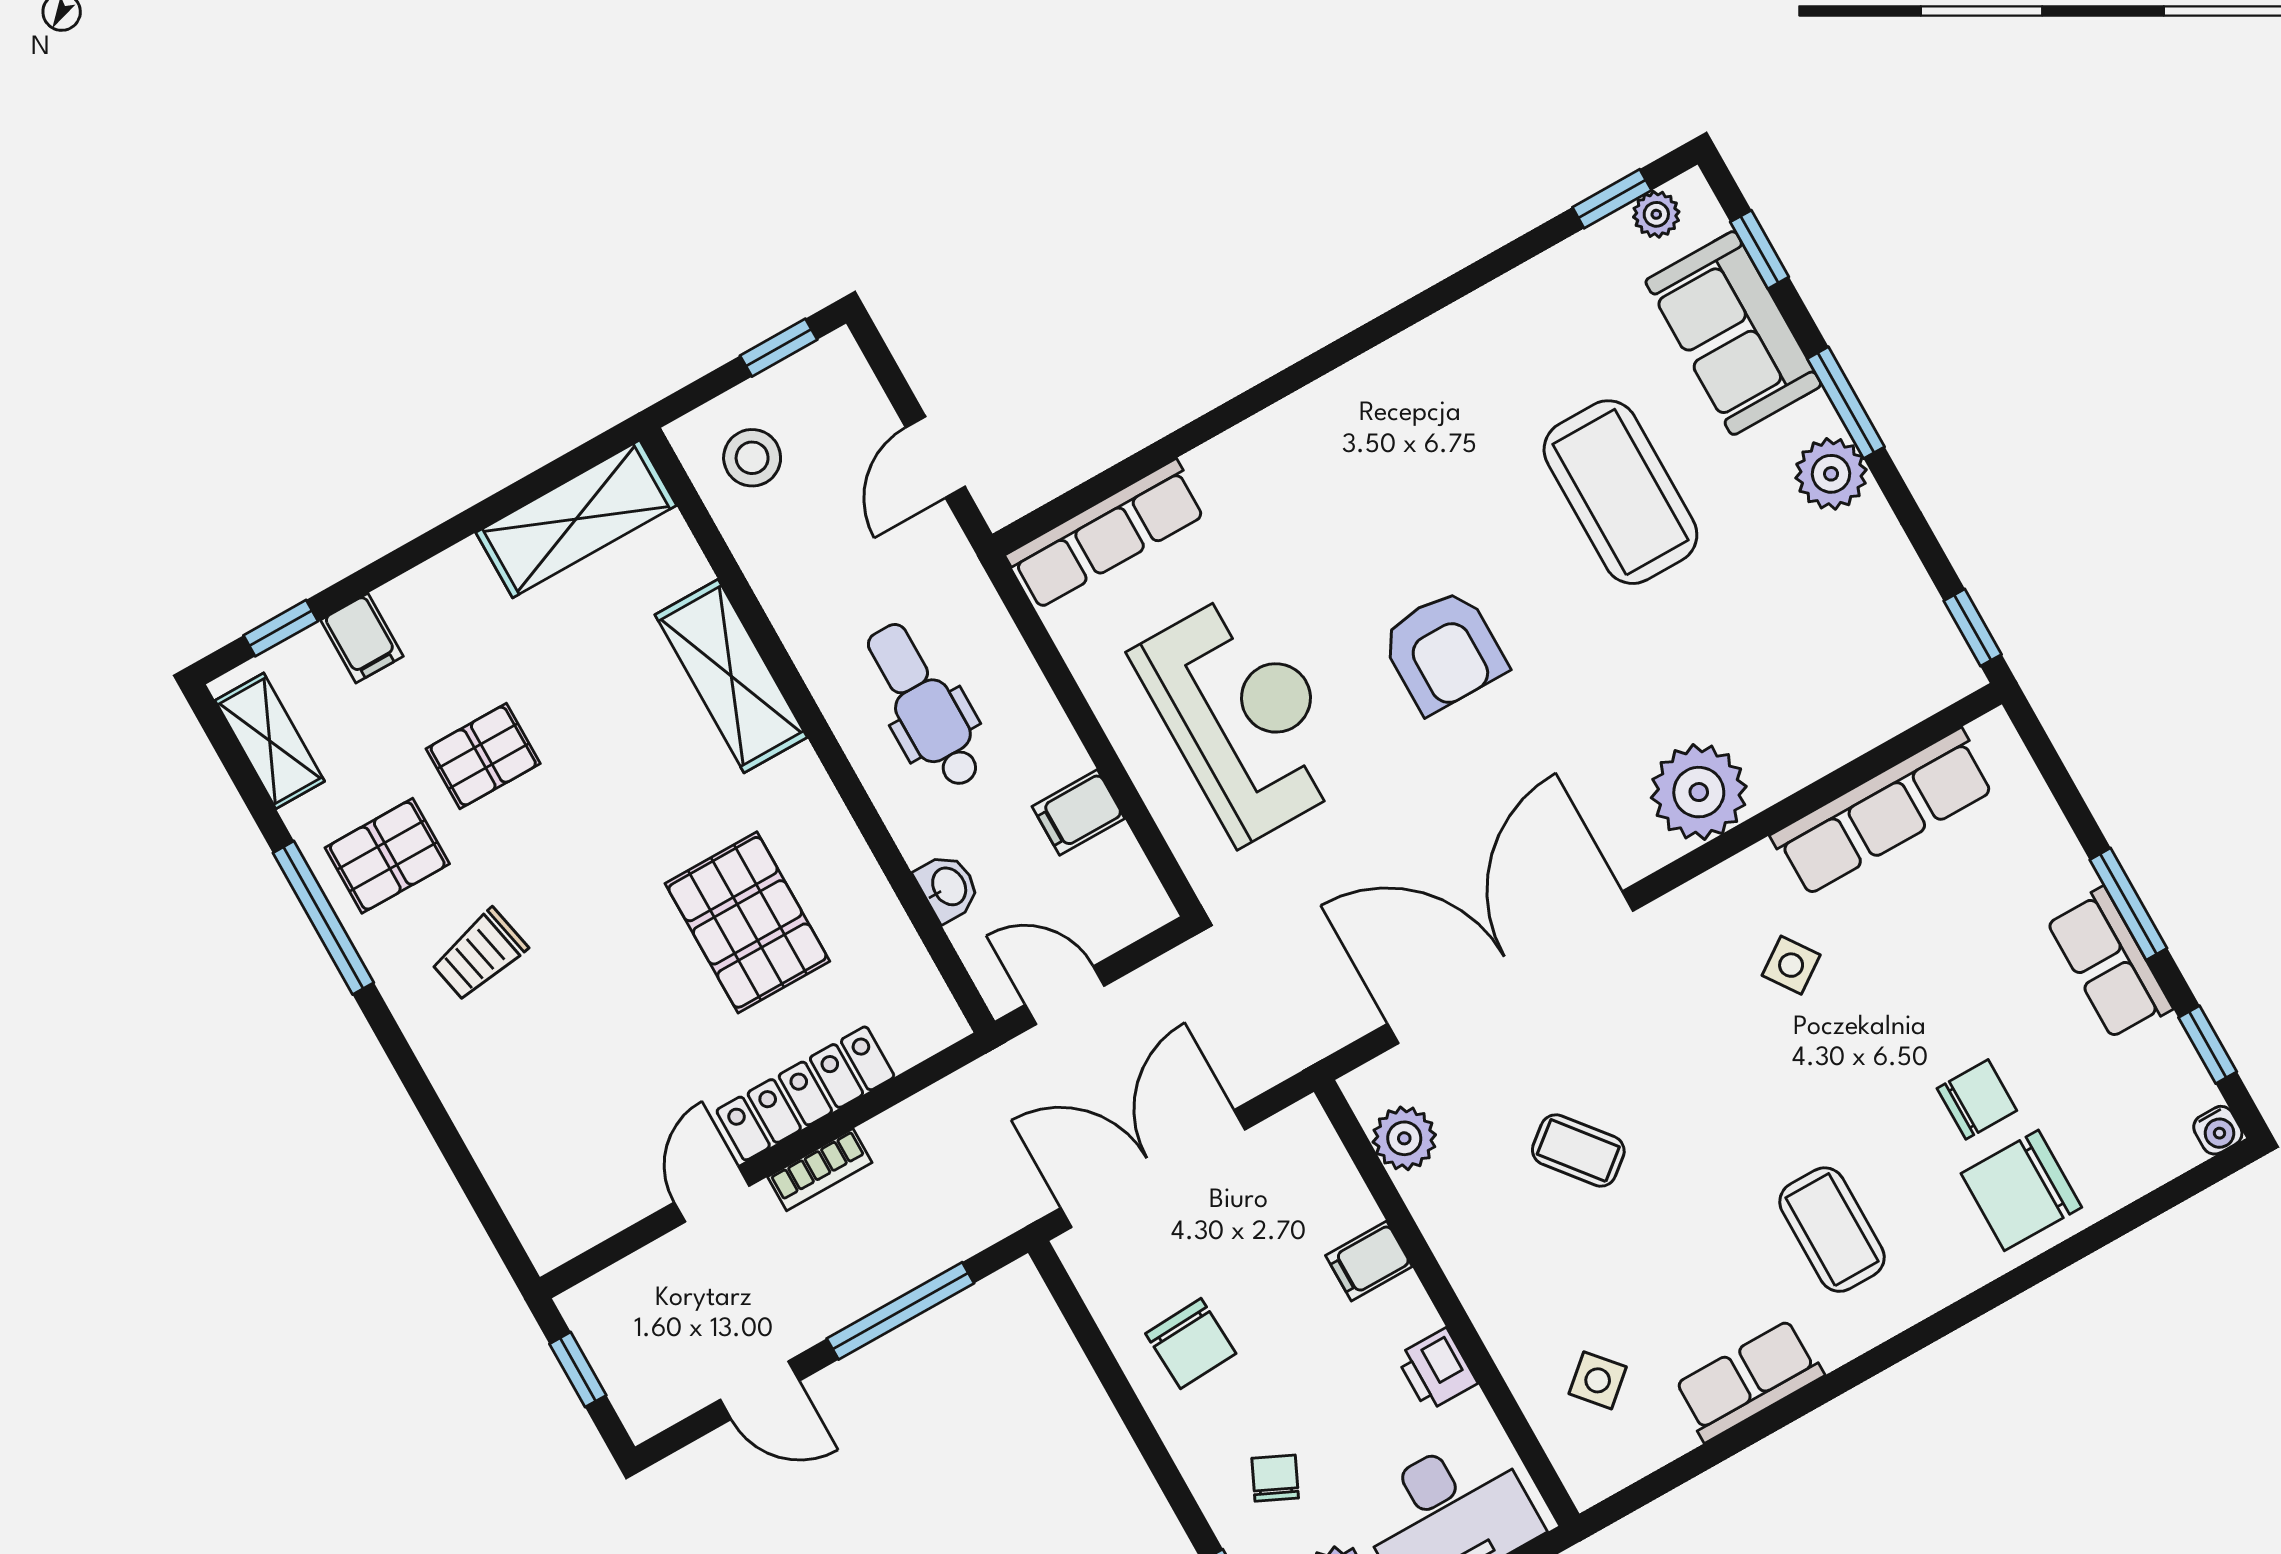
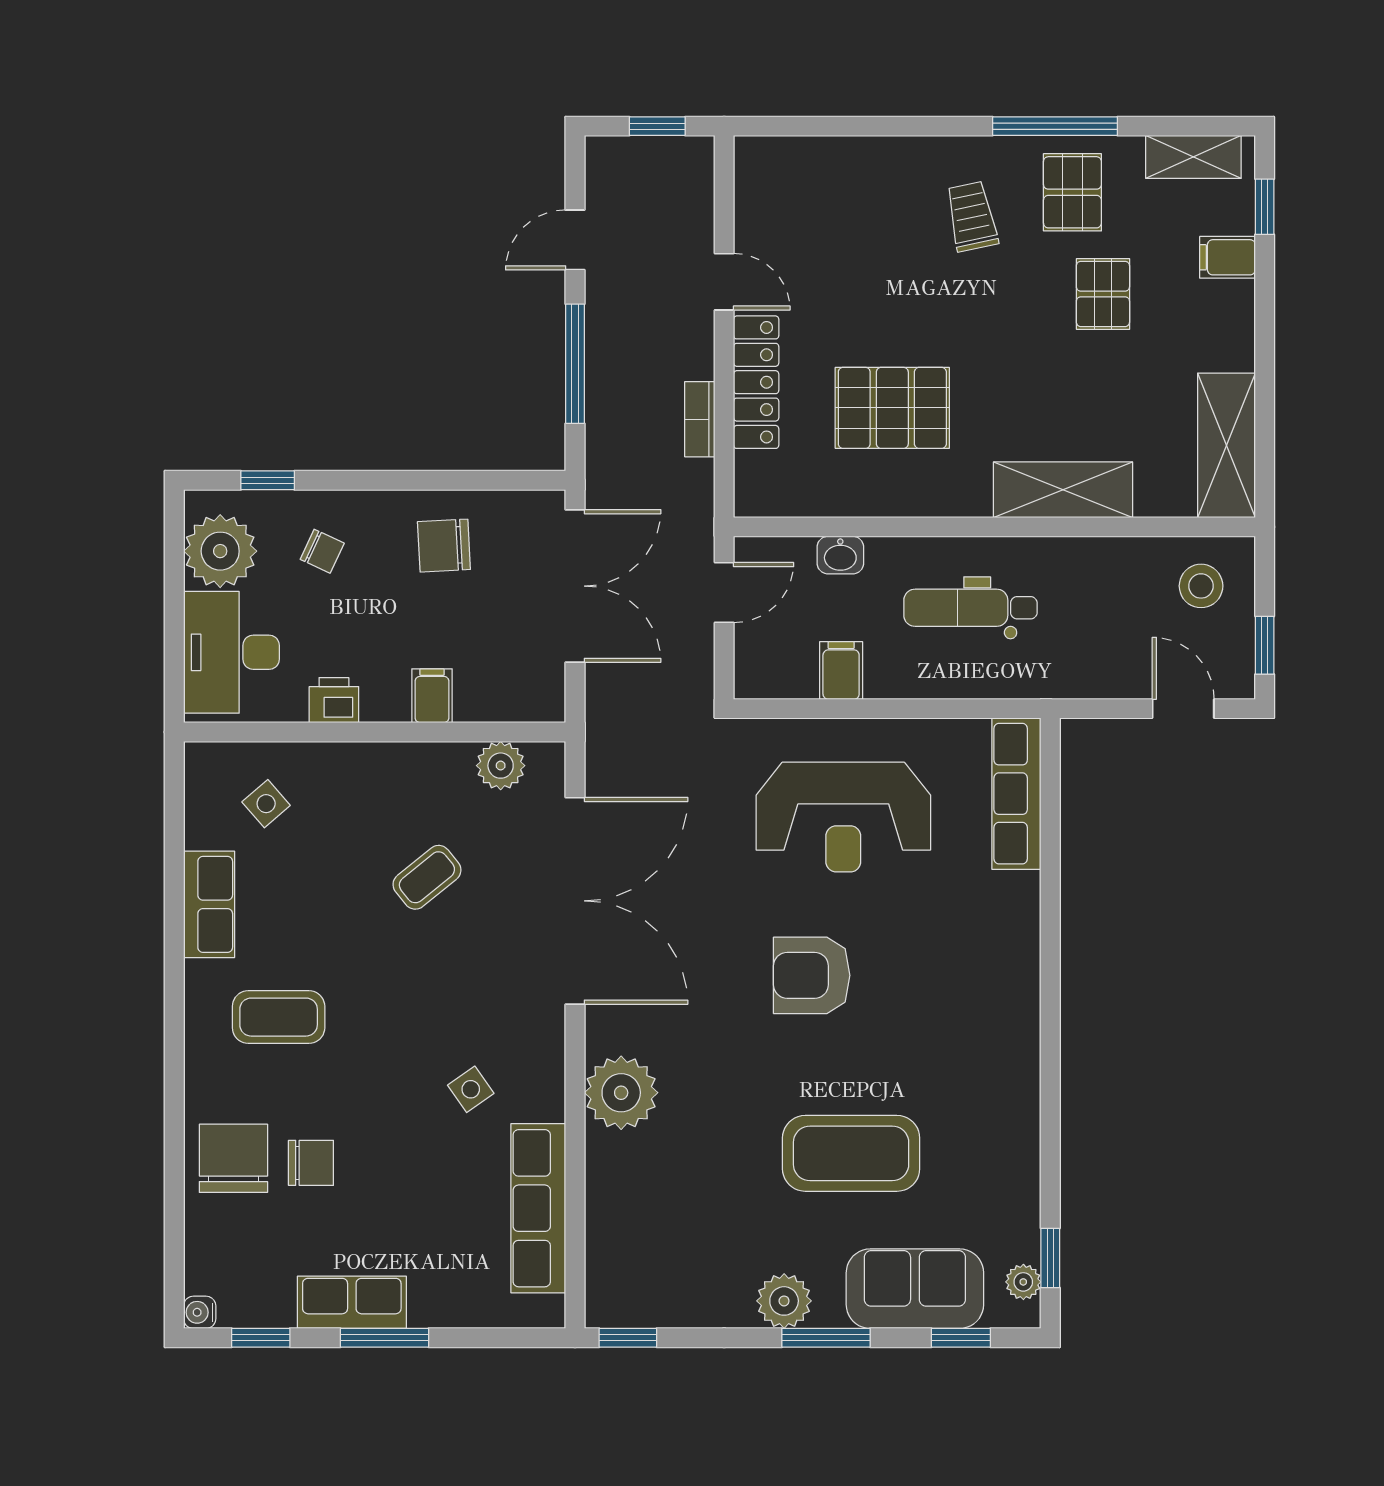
door: (935, 457) -> (1183, 709), moved
dental chair: (924, 706) -> (971, 608), turned 180
chair: (1977, 1099) -> (311, 1163), turned -90
bookcase: (820, 1170) -> (700, 419), moved

